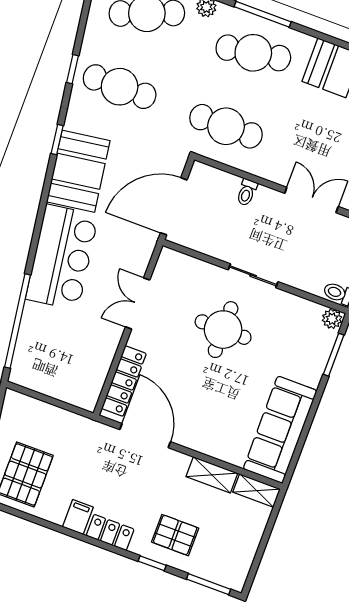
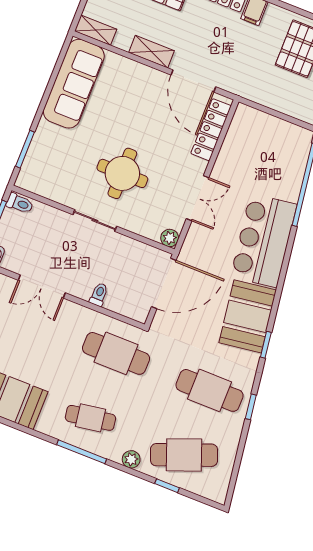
cafe table: (253, 53) -> (90, 418), width x0.73, depth x0.74
plant: (332, 319) -> (170, 238), moved
shelving: (212, 475) -> (152, 52), moved

